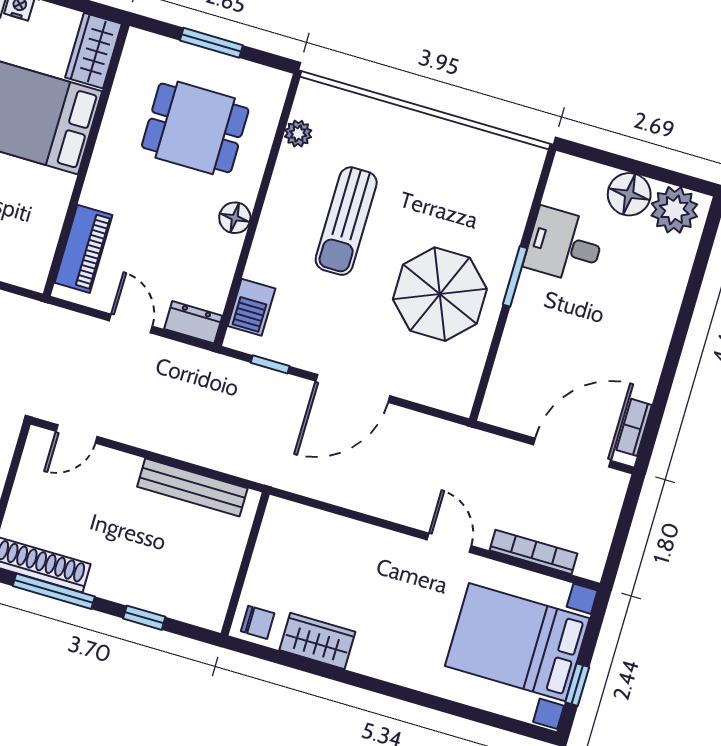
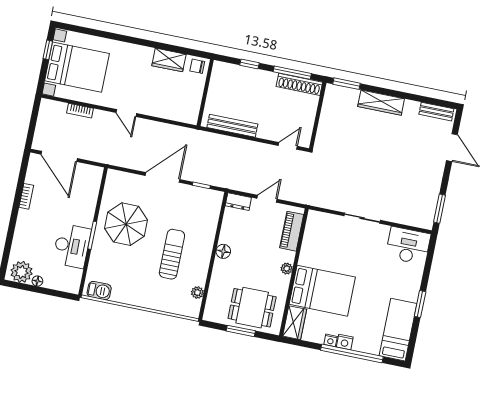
dining table: (195, 128) -> (252, 308), moved
plant: (101, 169) -> (287, 269), added
floor lamp: (629, 194) -> (37, 281), width x0.53, depth x0.53
desk: (565, 245) -> (72, 246), width x1.37
barbecue: (252, 307) -> (99, 291), moved, turned 90
door: (131, 324) -> (267, 199), swing flipped
bookcase: (634, 427) -> (26, 196), moved
door: (572, 453) -> (59, 156), hinge flipped
door: (449, 543) -> (126, 113), moved
bookcase: (533, 552) -> (80, 111), width x0.64

